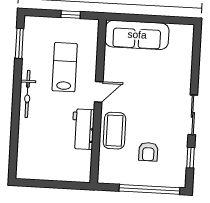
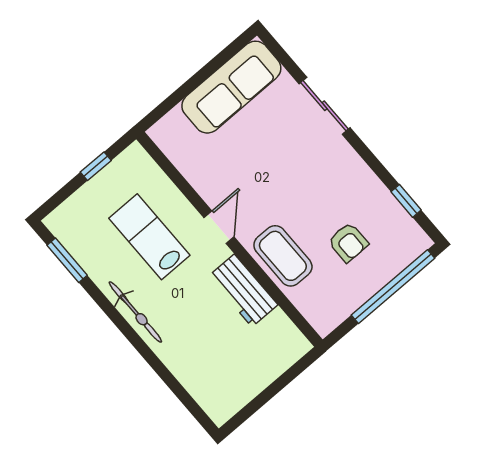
sofa: (137, 35) -> (231, 87), moved
sliding door: (193, 115) -> (324, 106), moved

